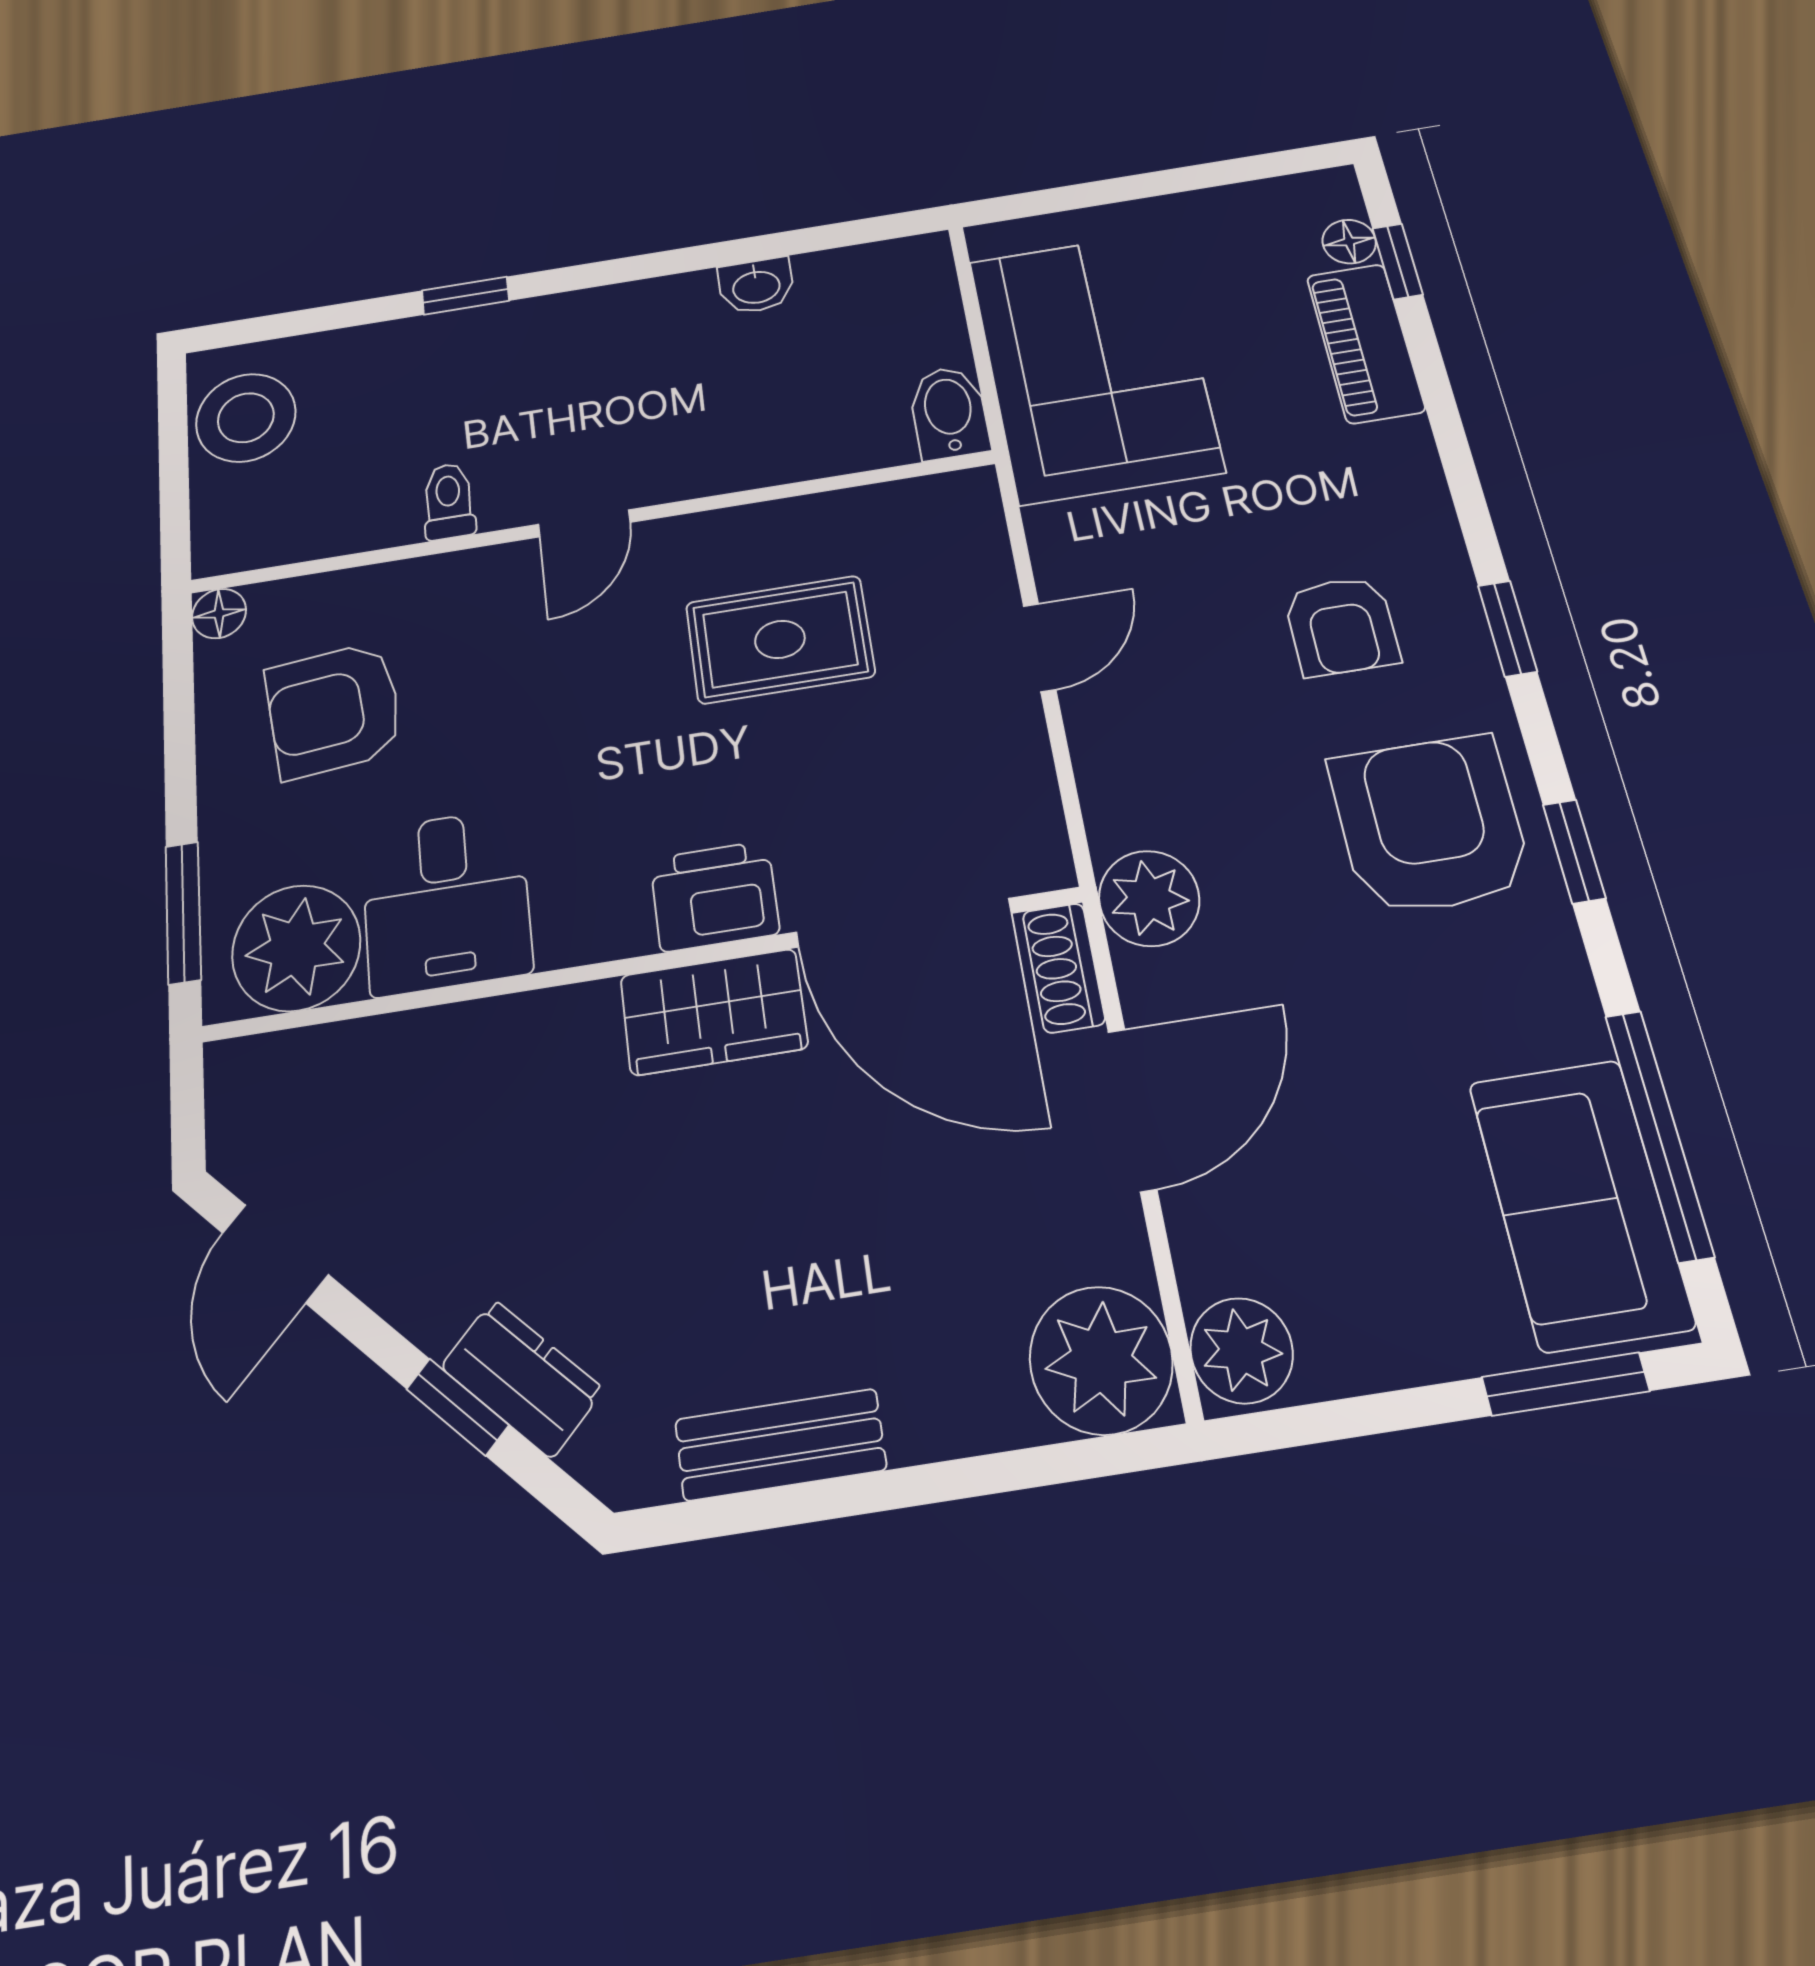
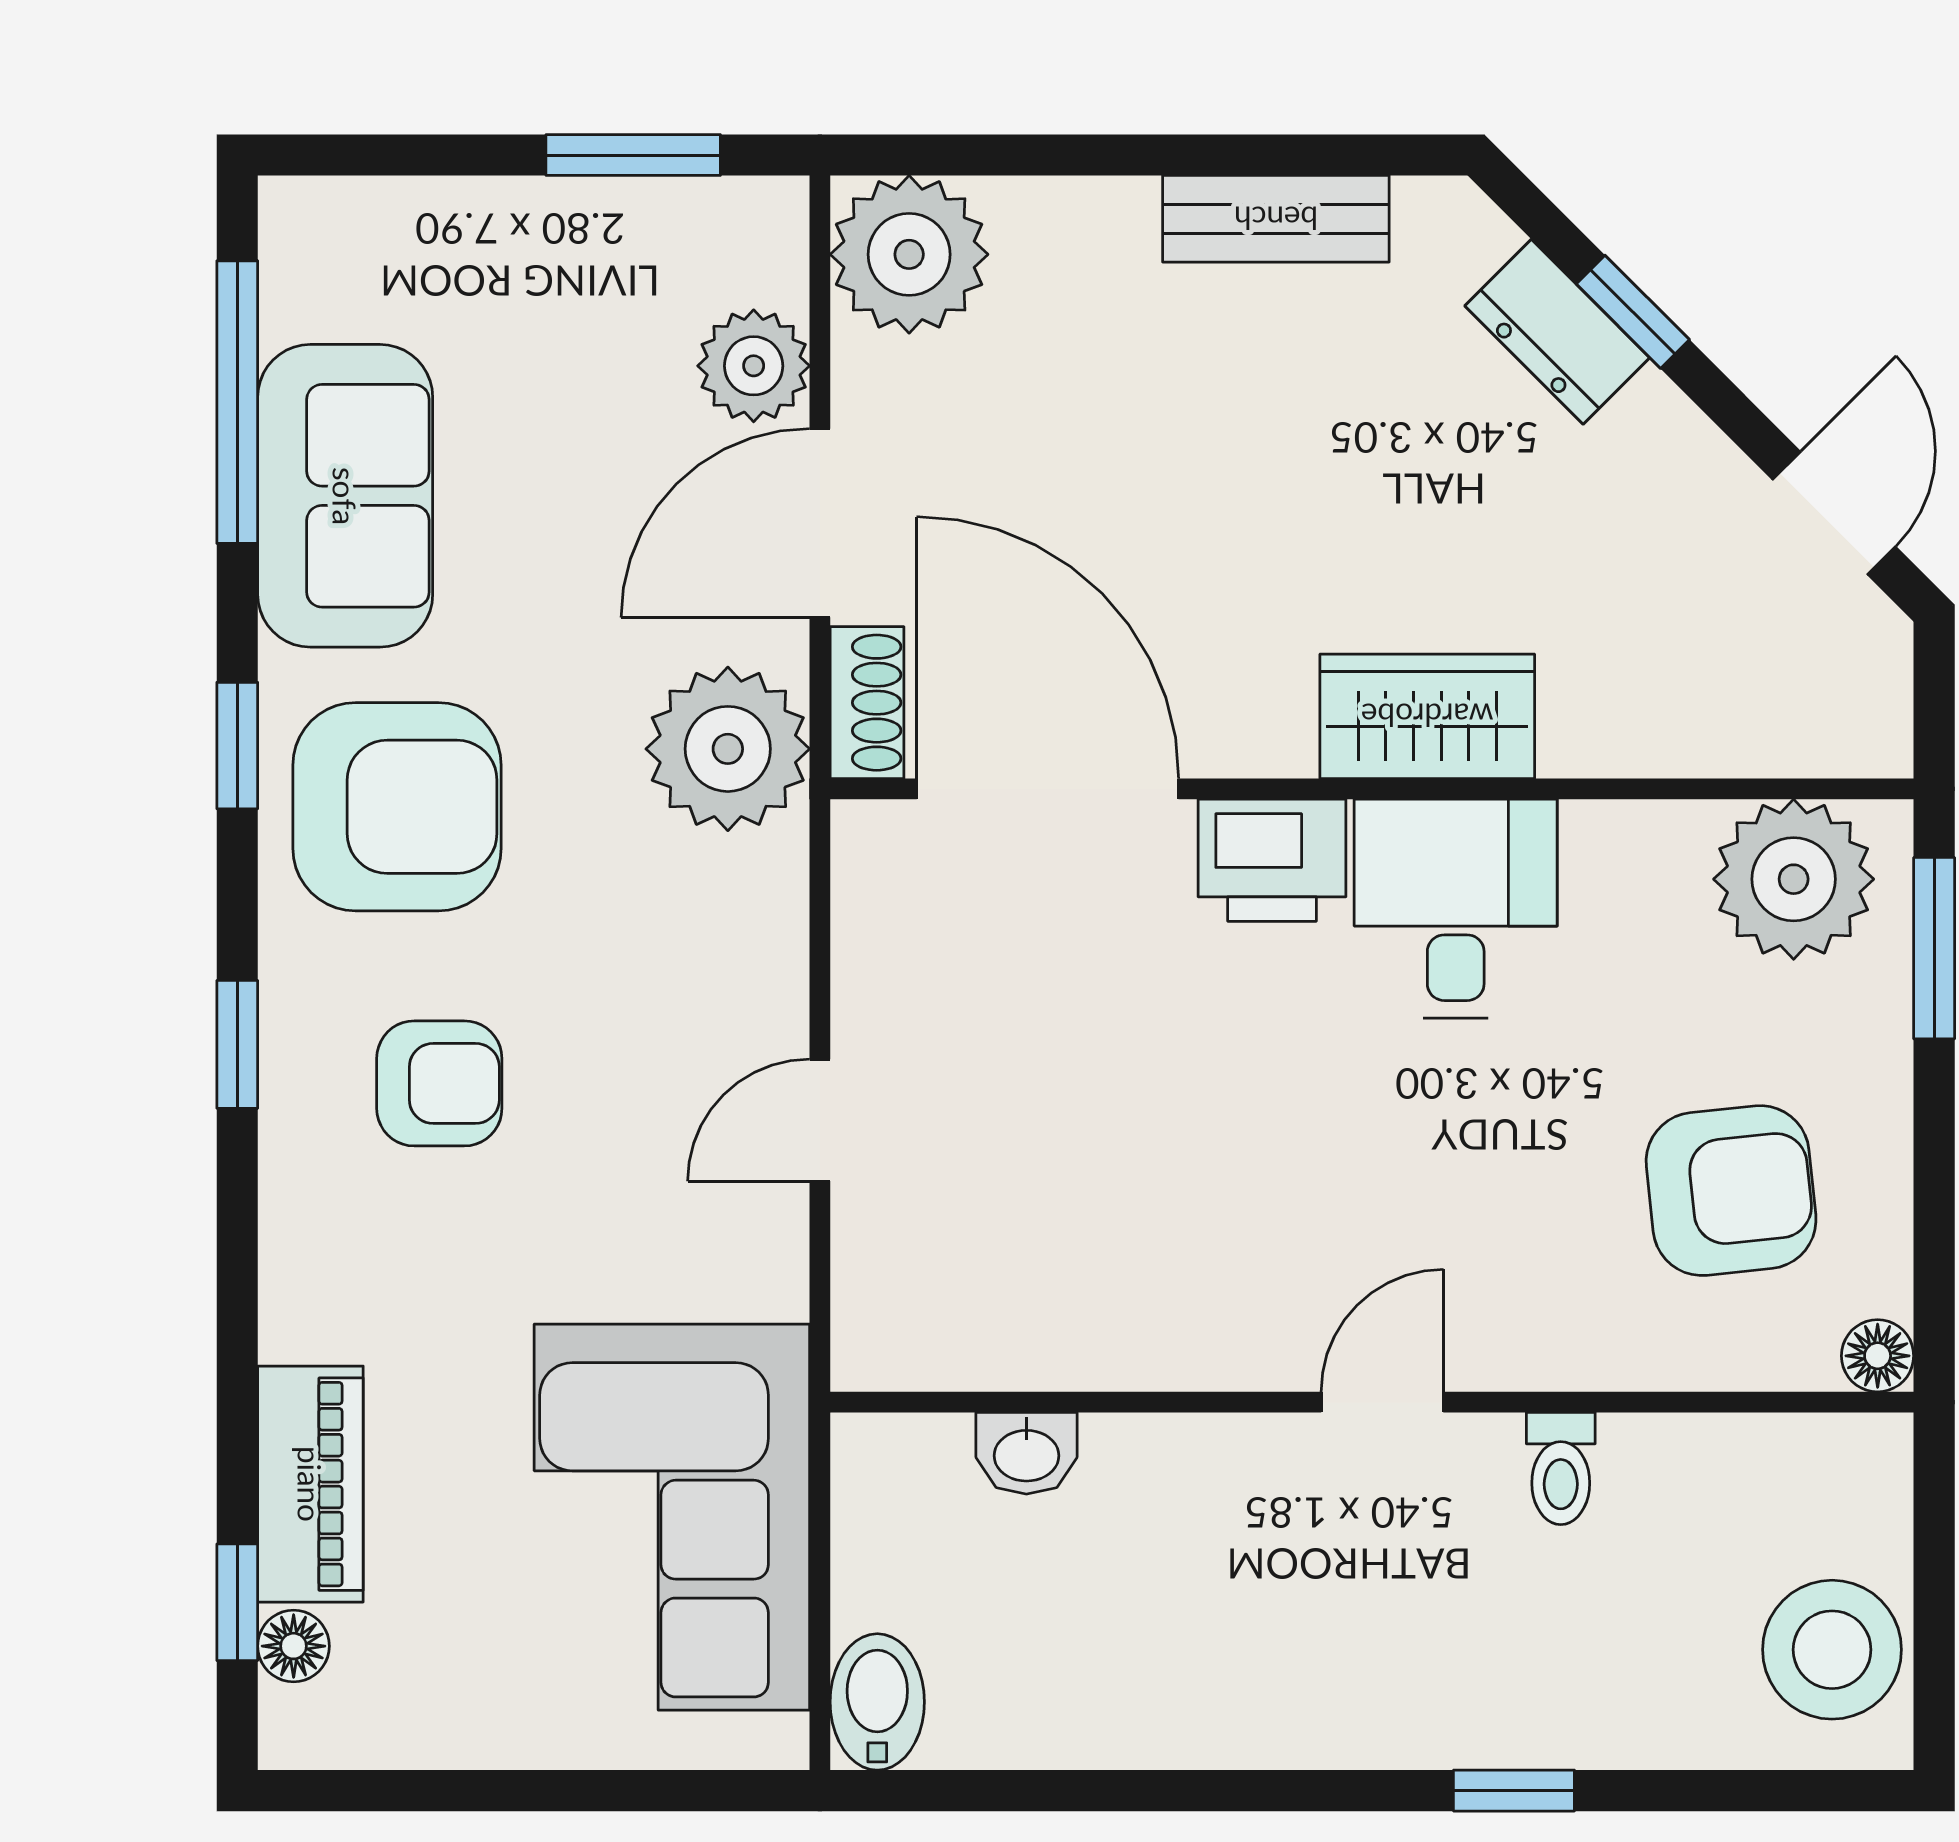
washbasin: (756, 286) -> (1026, 1453), moved, turned 180
bidet: (949, 413) -> (877, 1702), moved, turned 180
armchair: (1341, 626) -> (439, 1083), turned 90
rug: (780, 639) -> (1147, 1189), removed
armchair: (1430, 825) -> (397, 807), turned -90
plant: (1149, 898) -> (728, 749), width x1.36, depth x1.36
desk: (446, 901) -> (1456, 909), moved
wardrobe: (714, 1012) -> (1427, 716), moved
sofa: (1580, 1204) -> (345, 496), moved
plant: (1242, 1351) -> (754, 366), moved
window: (1566, 1384) -> (633, 155), moved

